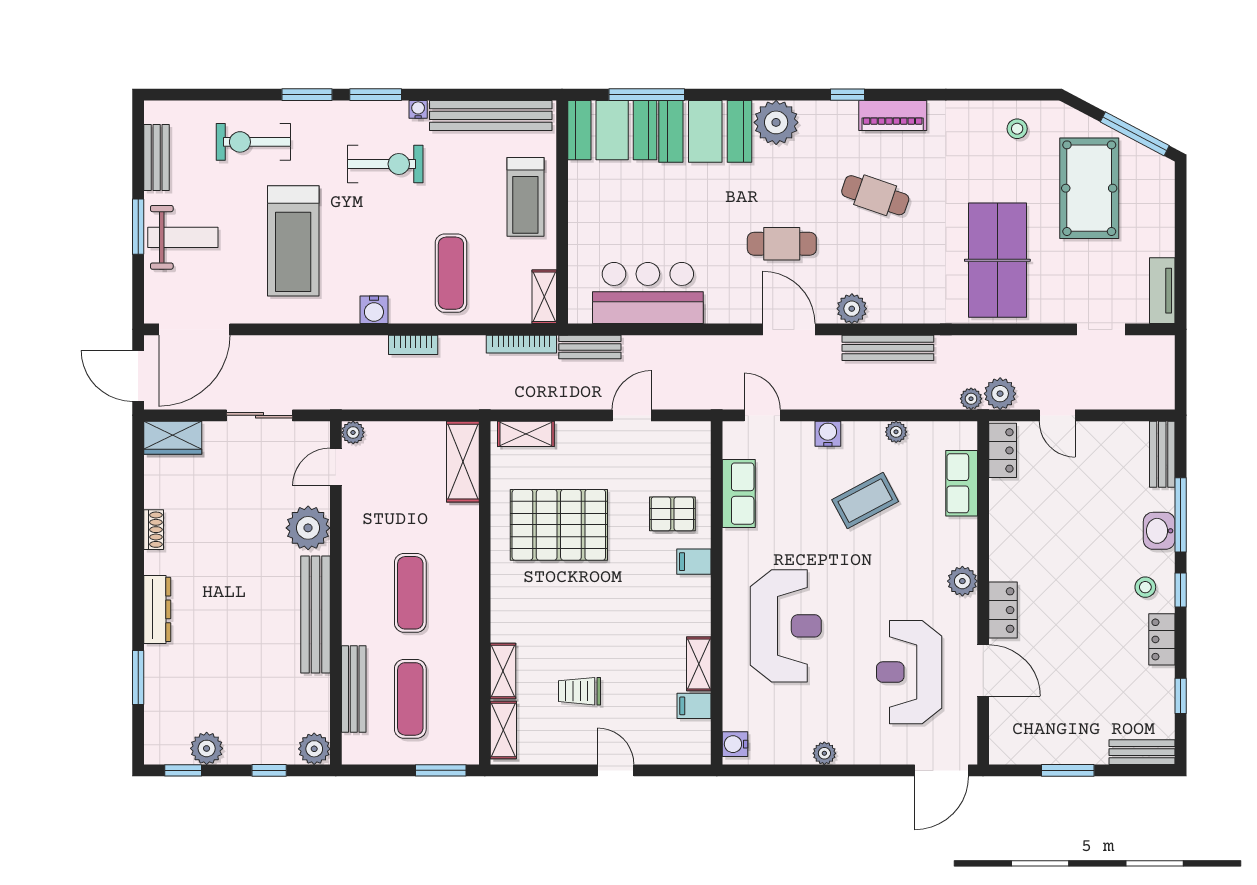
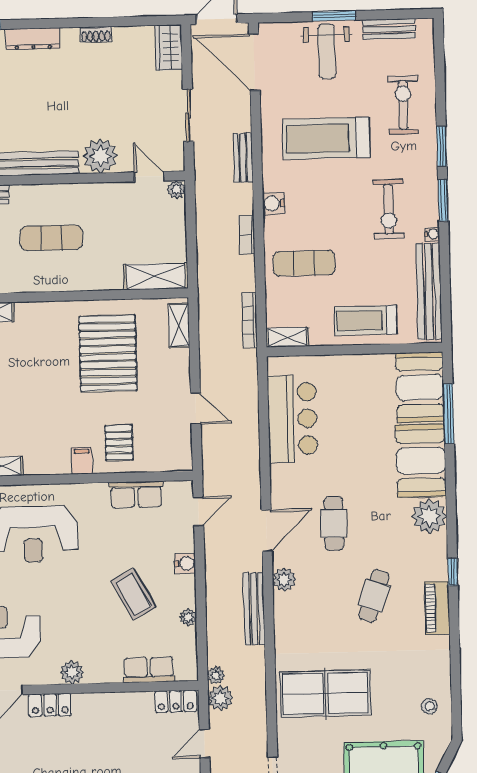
bench: (590, 347) -> (243, 158), moved

